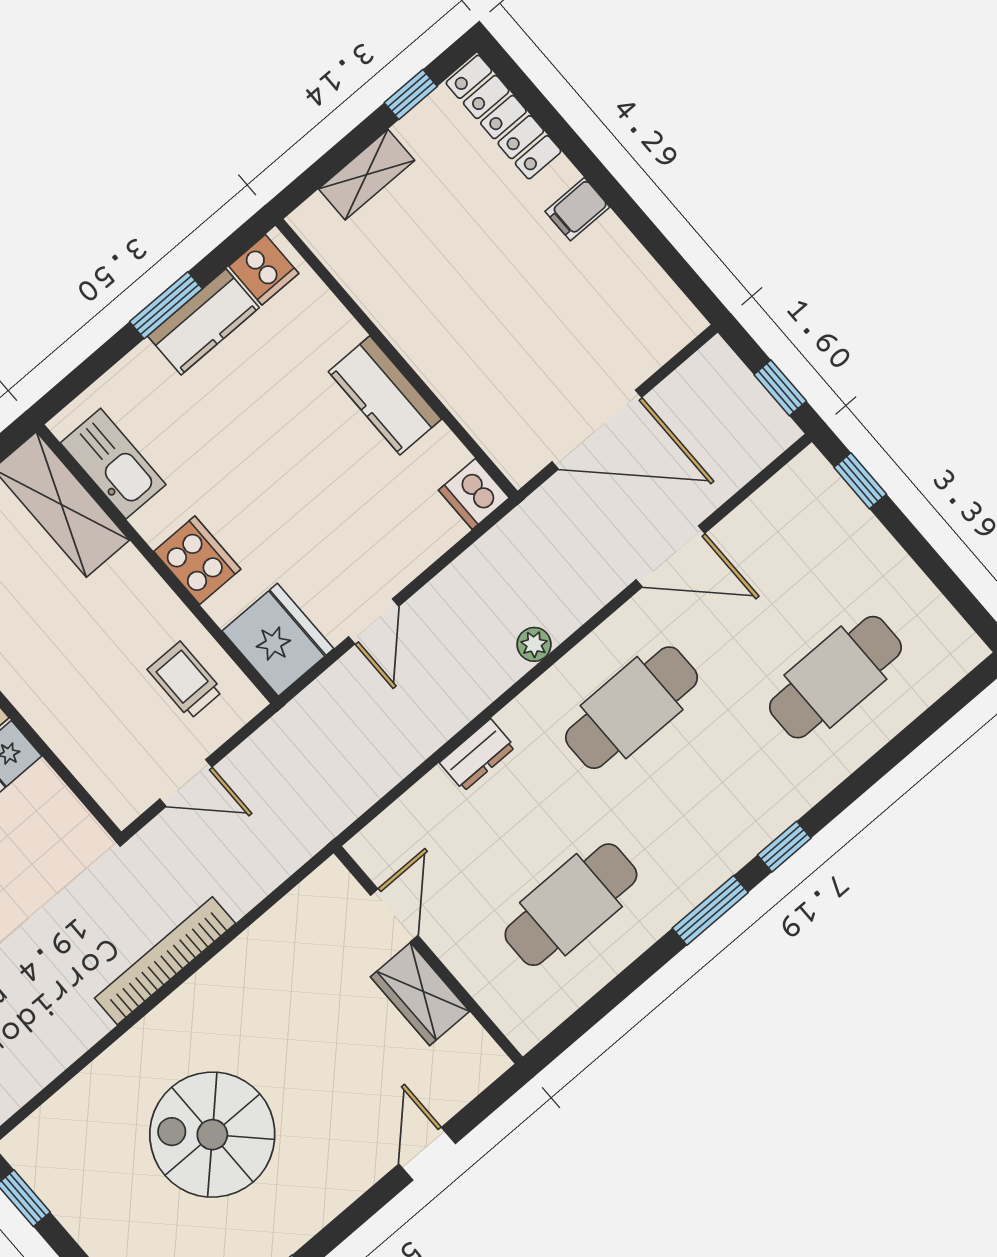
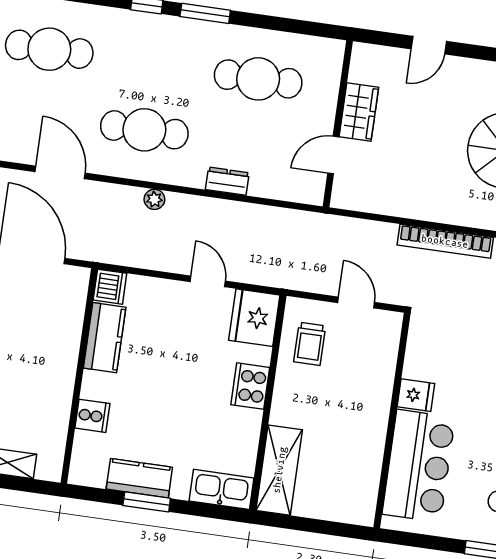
cooker: (264, 270) -> (92, 416), moved, turned 90
kitchen counter: (385, 395) -> (105, 338), moved
kitchen sink: (113, 464) -> (221, 489), moved, turned 90
door: (374, 621) -> (208, 281), hinge flipped

